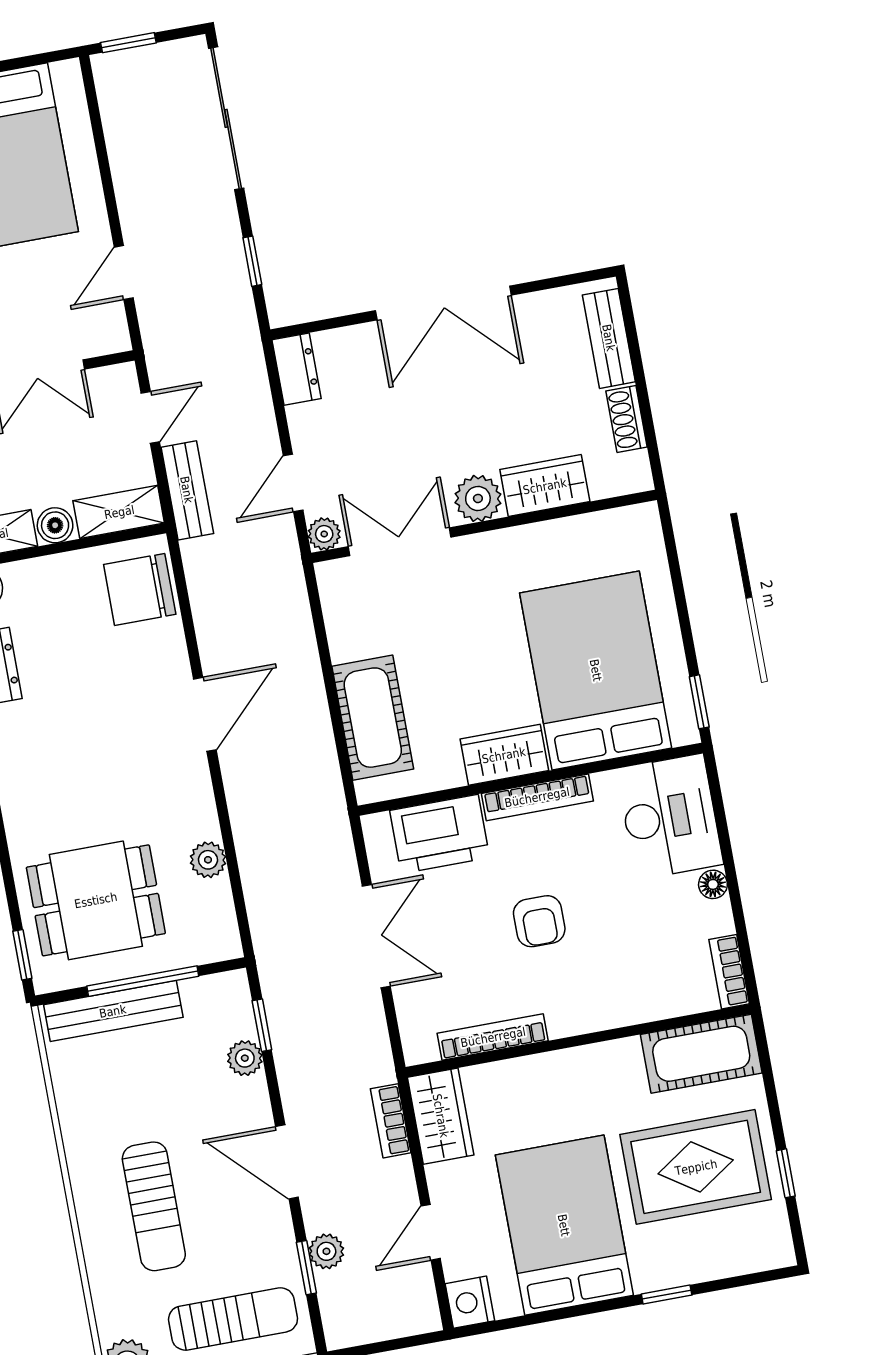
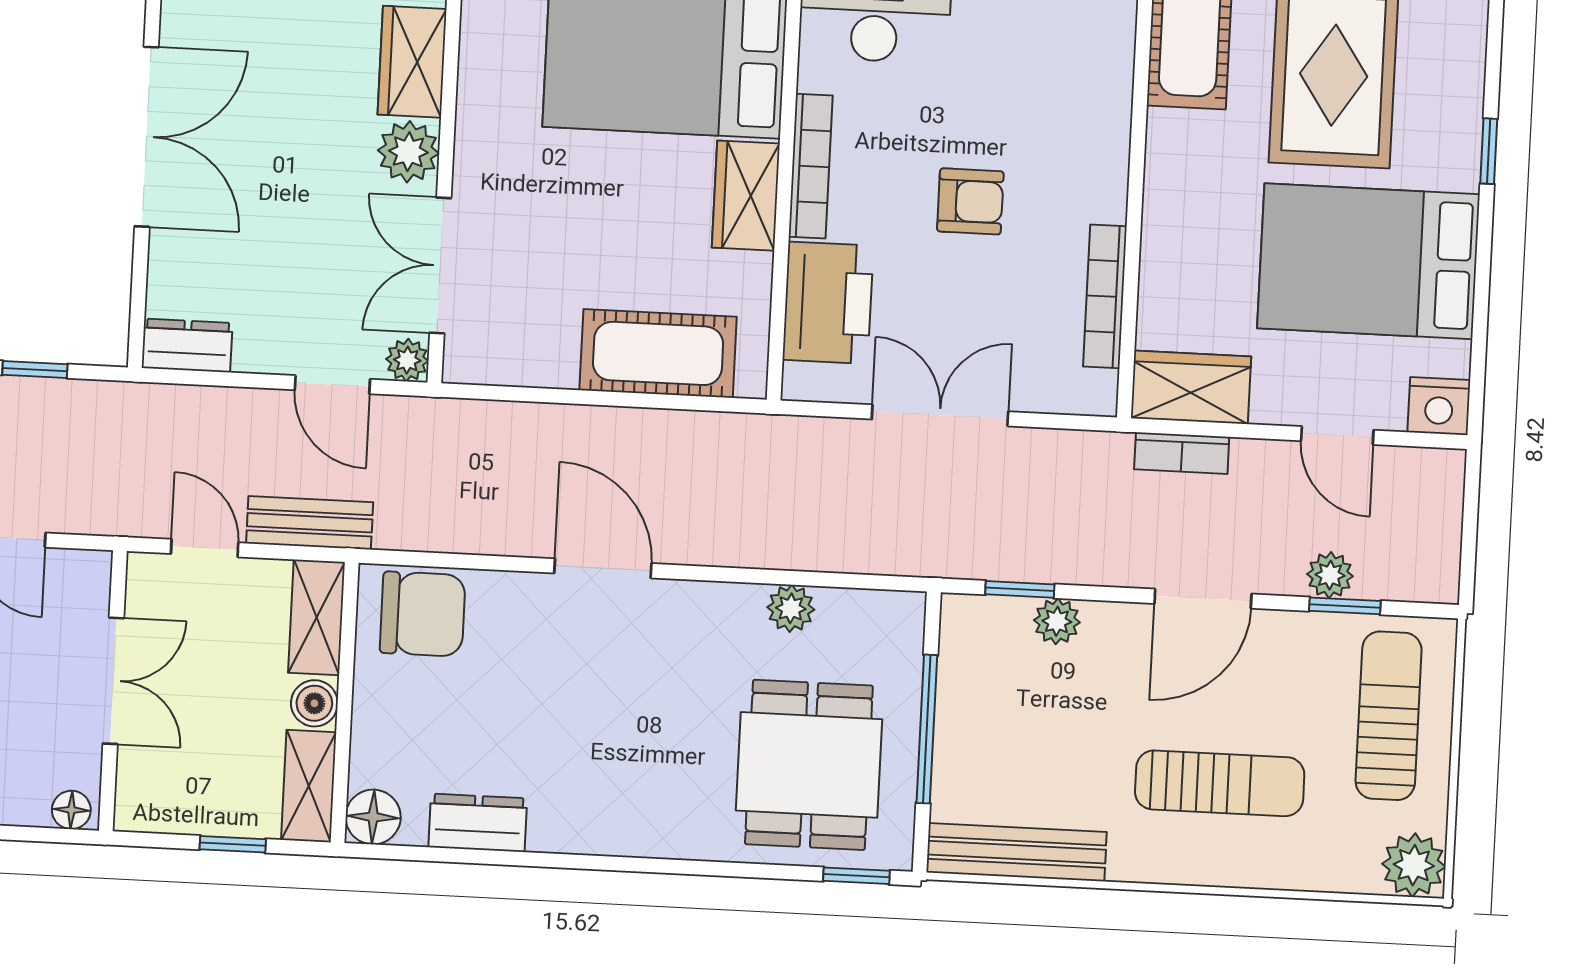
chair: (140, 589) -> (423, 614), turned -90
bench: (113, 1011) -> (1017, 852), moved, turned 90

